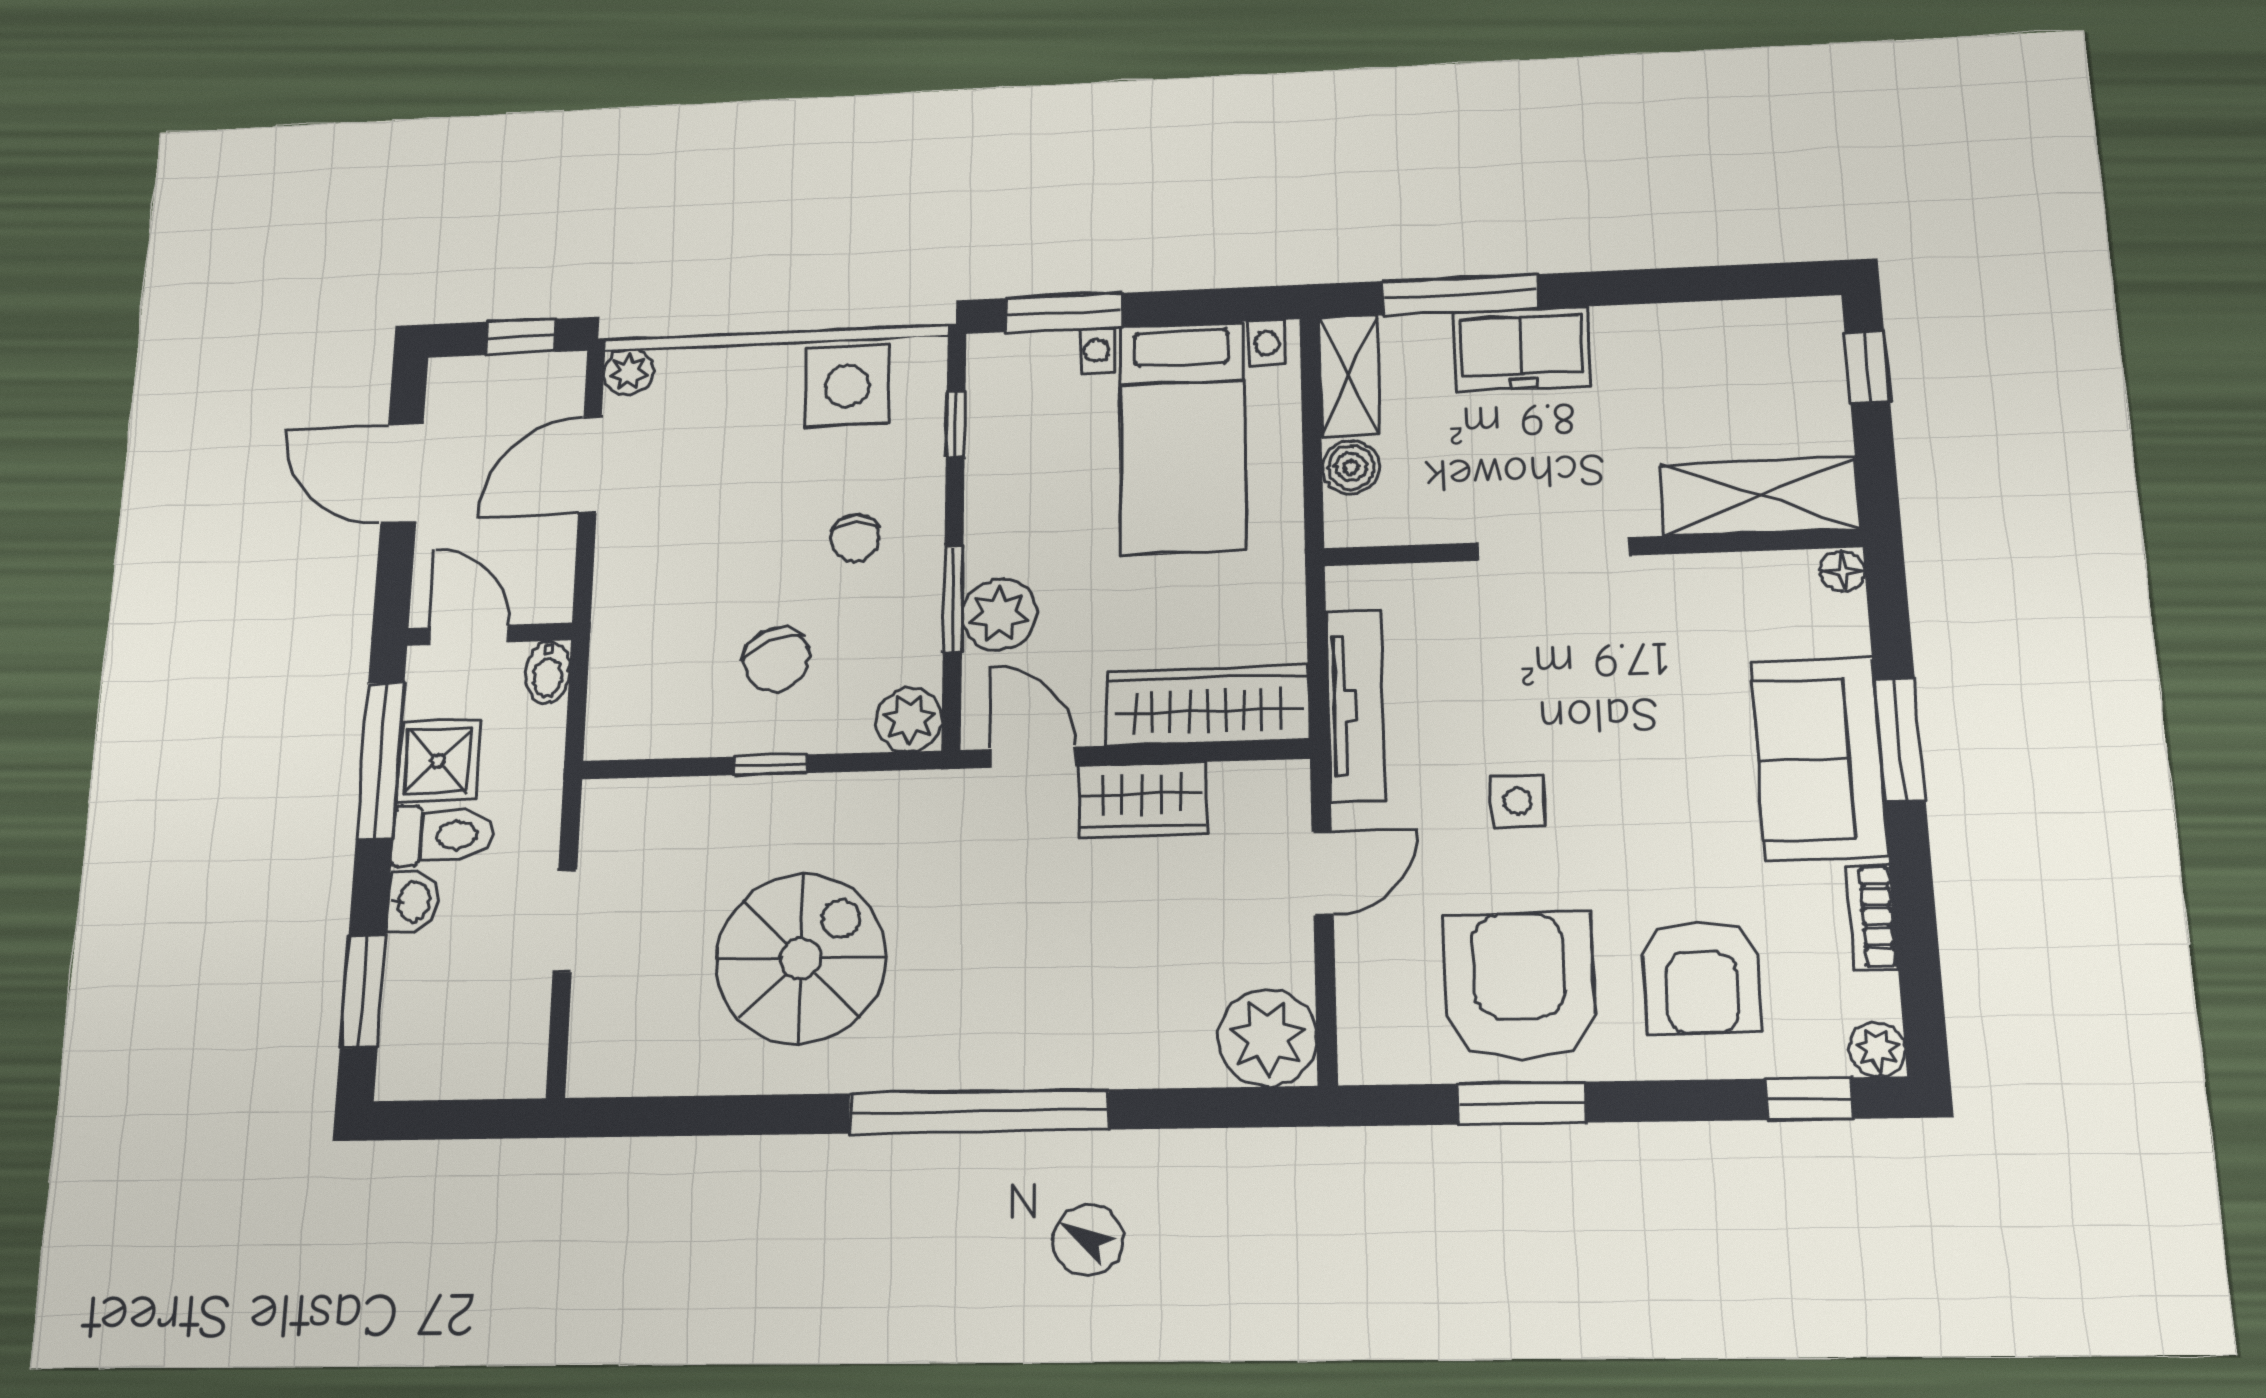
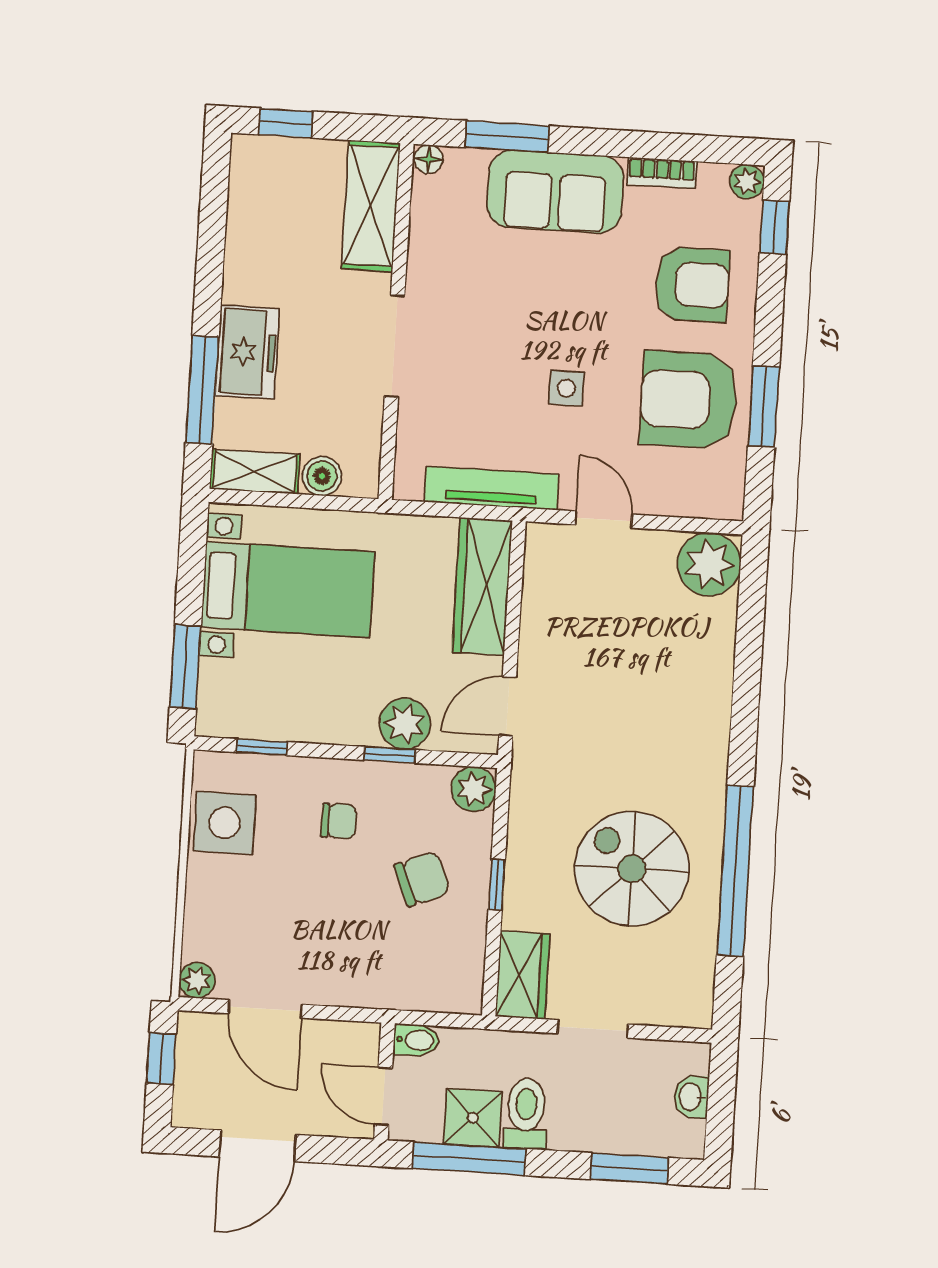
window: (953, 598) -> (390, 755), width x0.67
door: (469, 635) -> (384, 1097), hinge flipped
window: (1900, 740) -> (507, 137), moved
wardrobe: (1142, 800) -> (523, 975), moved
washbasin: (413, 902) -> (691, 1097), moved, turned -90
window: (979, 1111) -> (735, 871), moved

